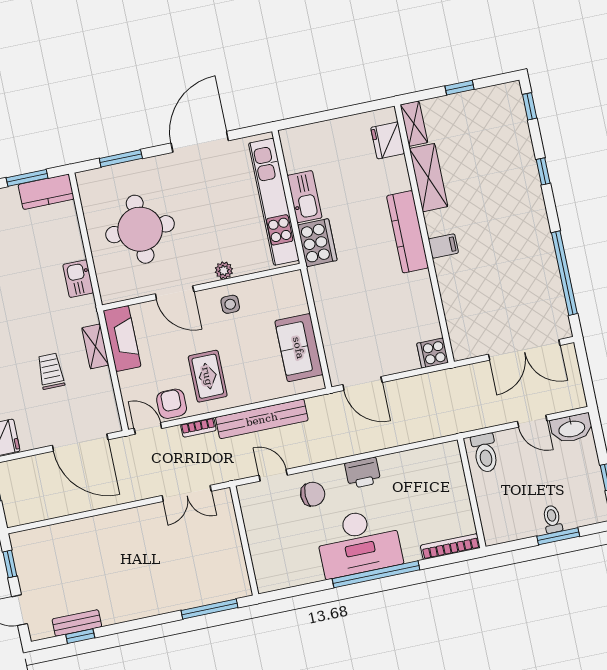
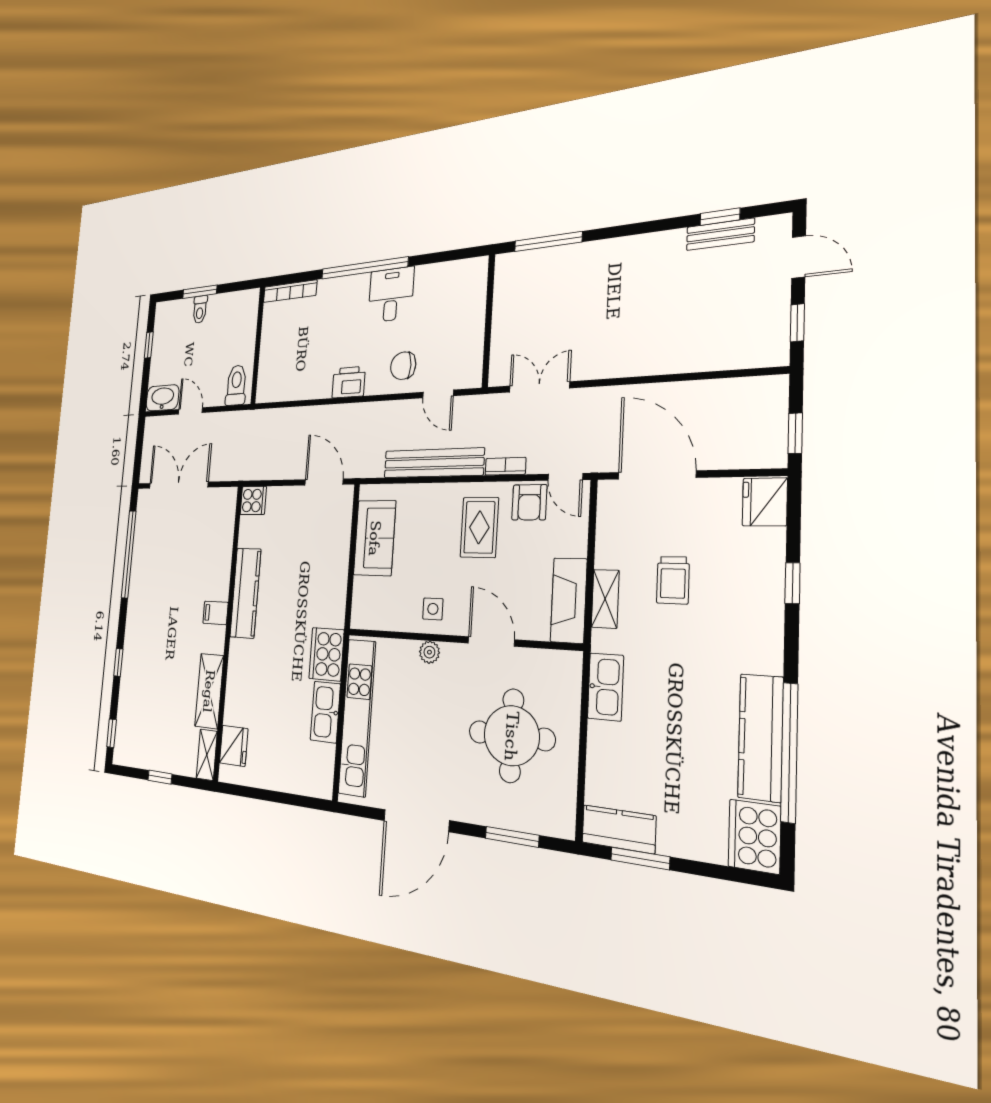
kitchen counter: (408, 232) -> (245, 593), moved
kitchen sink: (78, 279) -> (605, 687), width x1.38
desk: (359, 543) -> (391, 295), width x0.53, depth x0.77

